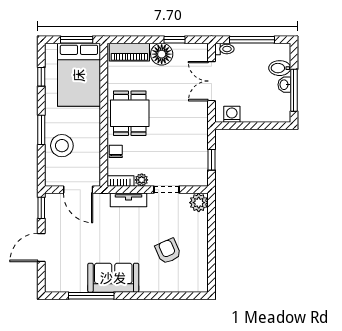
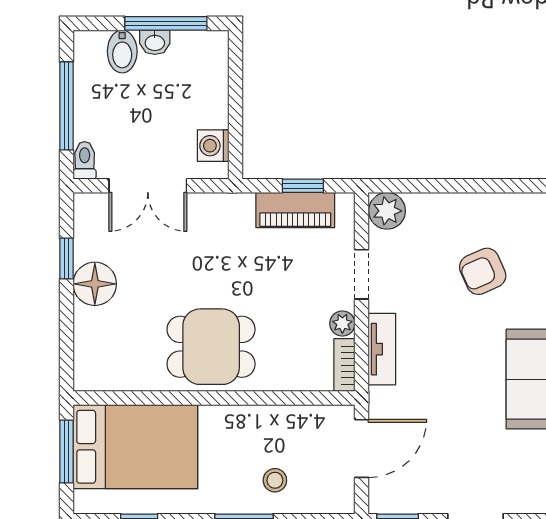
piano: (129, 52) -> (295, 210), moved, turned 90
stool: (62, 146) -> (275, 480), width x0.53, depth x0.53
chair: (116, 151) -> (286, 374), removed

